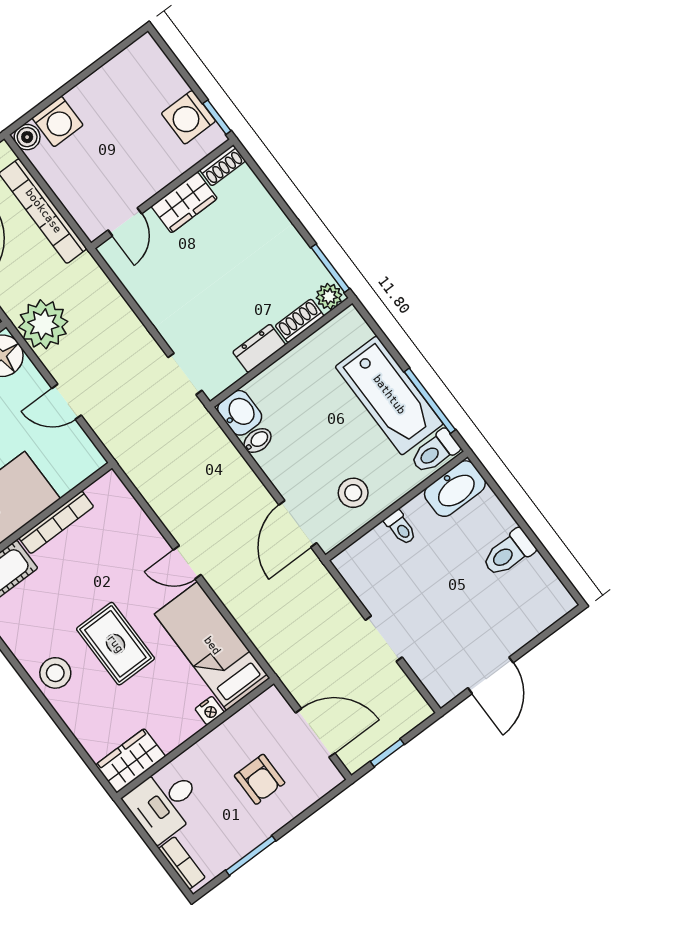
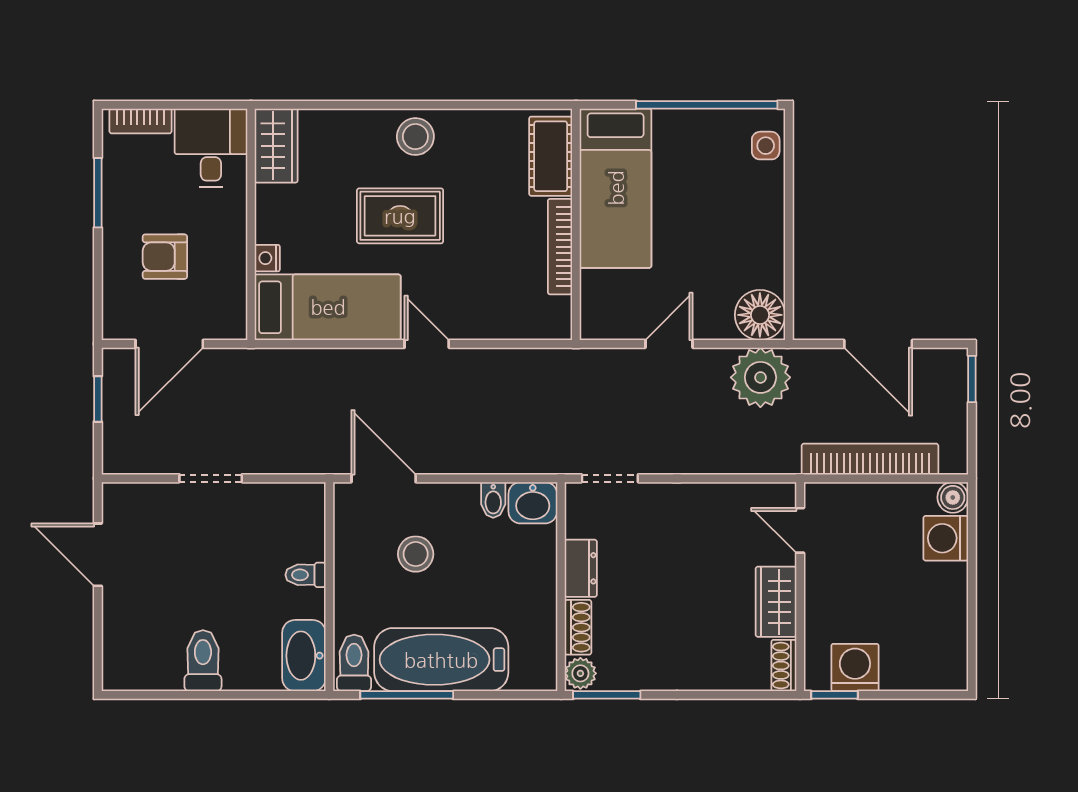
stool: (353, 493) -> (416, 554), moved
door: (187, 562) -> (427, 344), hinge flipped

